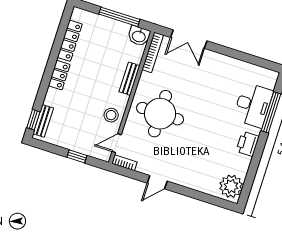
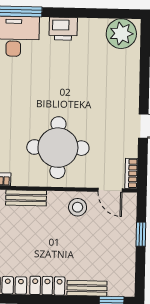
bench: (43, 121) -> (87, 288), moved

